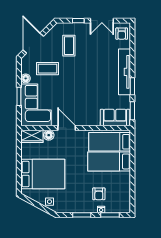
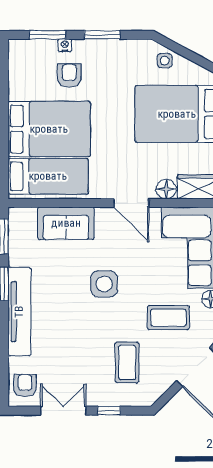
side table: (81, 86) -> (104, 284), added
sofa: (115, 118) -> (66, 223), moved
bed: (109, 161) -> (49, 129), width x1.50

